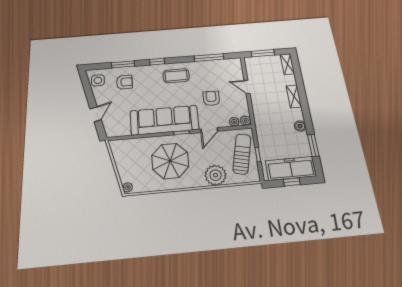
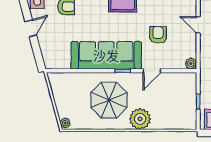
door: (96, 114) -> (31, 28), moved
plant: (234, 122) -> (179, 64), removed
sun lounger: (242, 154) -> (182, 99), removed
plant: (216, 175) -> (140, 119), moved

